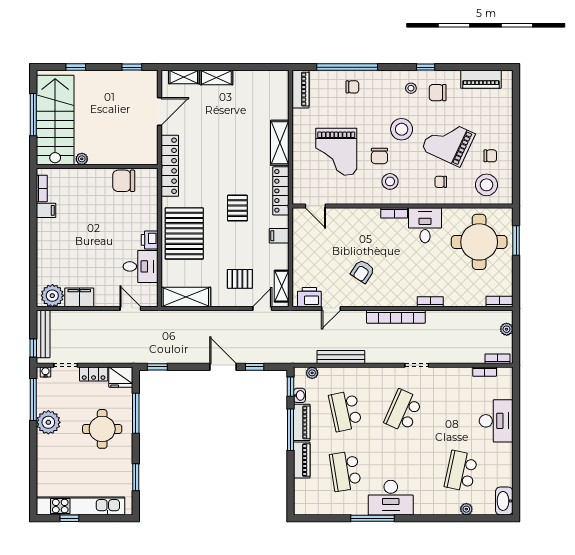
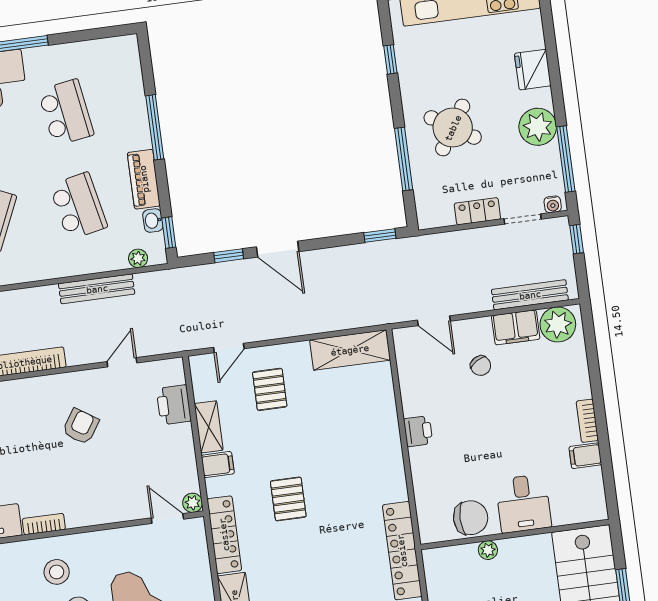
plant: (82, 159) -> (488, 550), moved
bookcase: (42, 188) -> (587, 421), moved
plant: (298, 214) -> (193, 503), added
pallet: (184, 233) -> (366, 448), removed
desk: (141, 266) -> (523, 503), moved, turned -90
chair: (105, 276) -> (481, 366), added
pallet: (240, 279) -> (270, 389), turned 90
shelving: (282, 286) -> (209, 427), moved
printer: (309, 297) -> (174, 405), moved, turned 90
bench: (43, 334) -> (530, 295), moved, turned 90
fridge: (121, 377) -> (533, 70), moved, turned -90
round table: (102, 429) -> (453, 128), turned 32
window: (290, 430) -> (155, 127), moved
piano: (302, 460) -> (136, 121), removed
window: (136, 477) -> (390, 59), width x0.67

